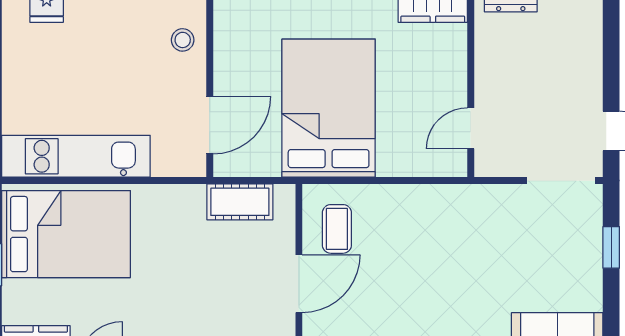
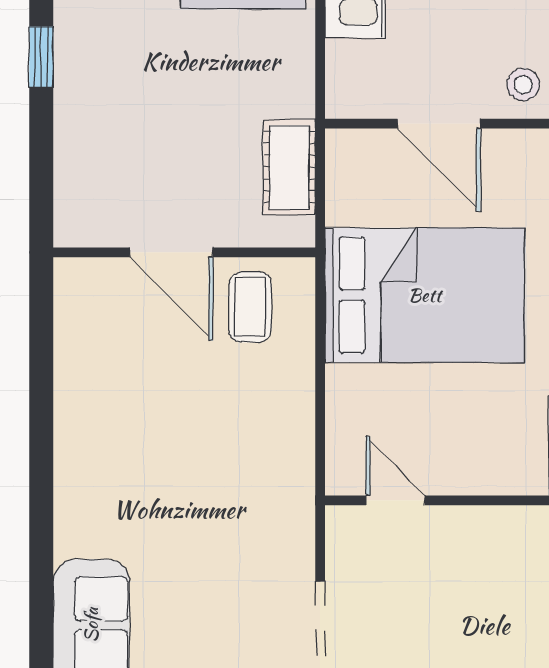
door: (210, 125) -> (439, 124), moved
coffee table: (337, 229) -> (250, 307), turned 90

